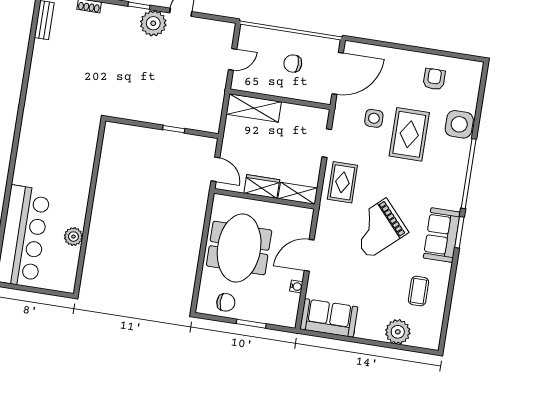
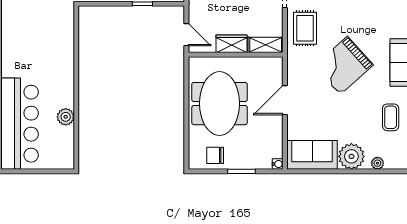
water cooler: (296, 286) -> (278, 164), moved
chair: (226, 302) -> (215, 155), turned 180
plant: (370, 326) -> (351, 156), added
plant: (398, 332) -> (377, 163), width x0.53, depth x0.53

